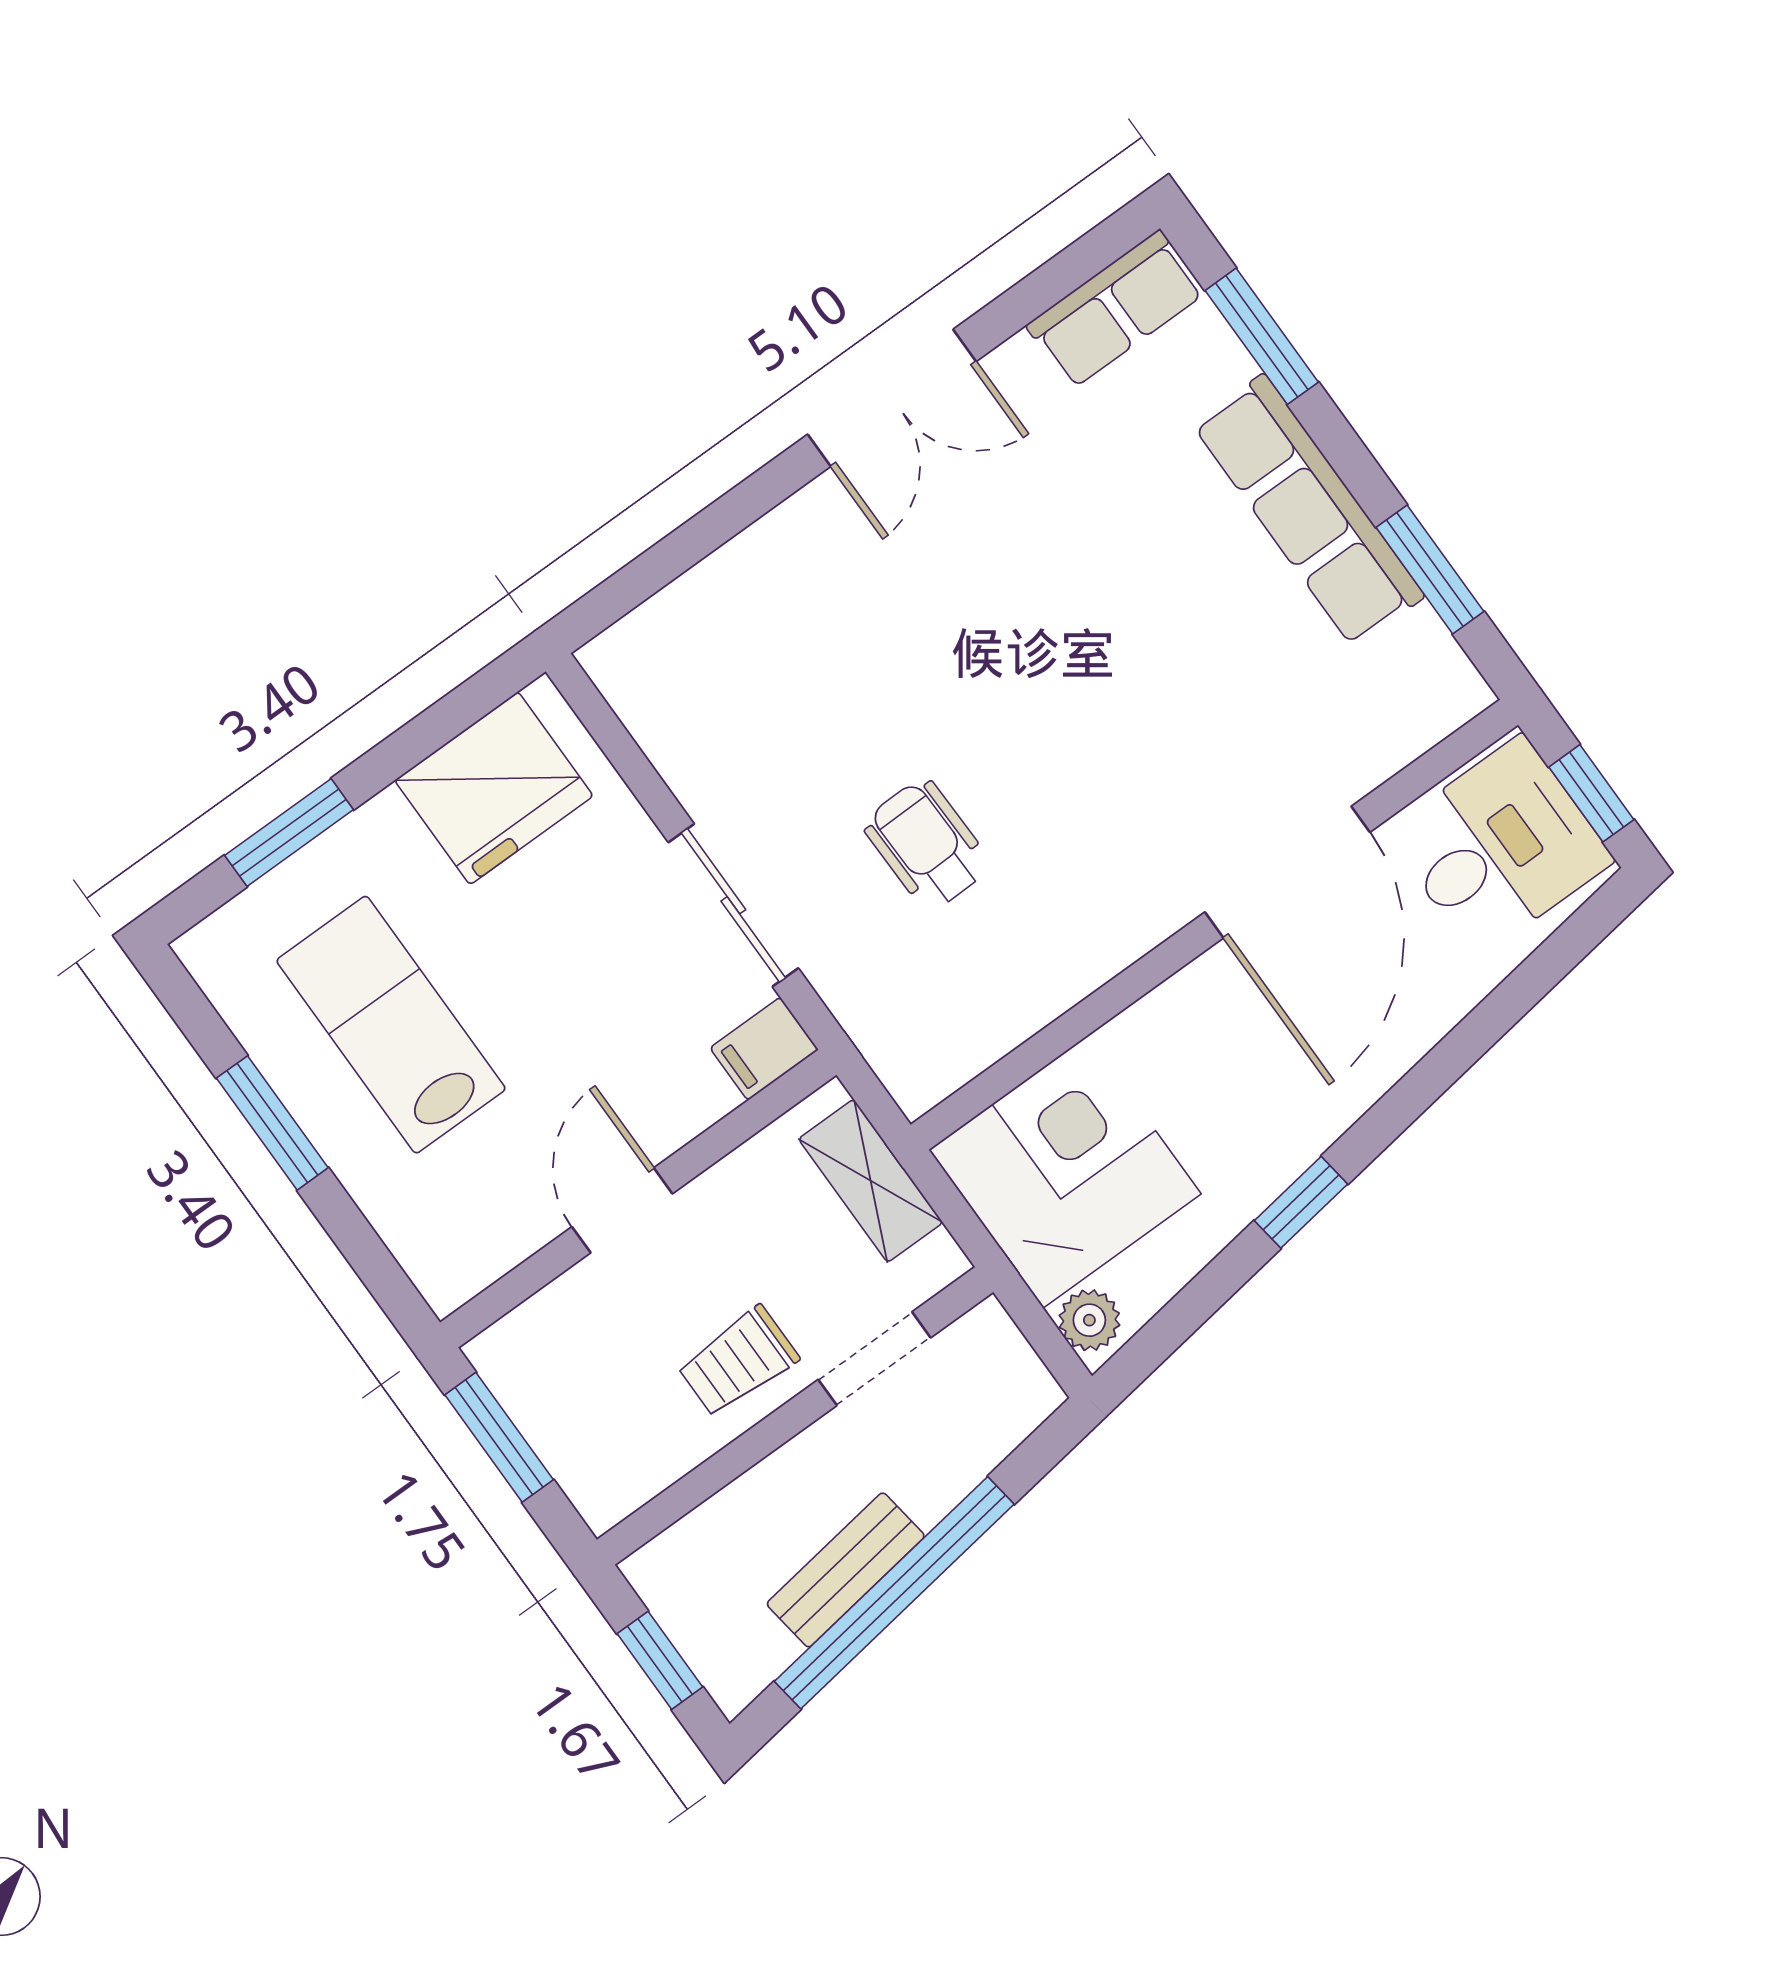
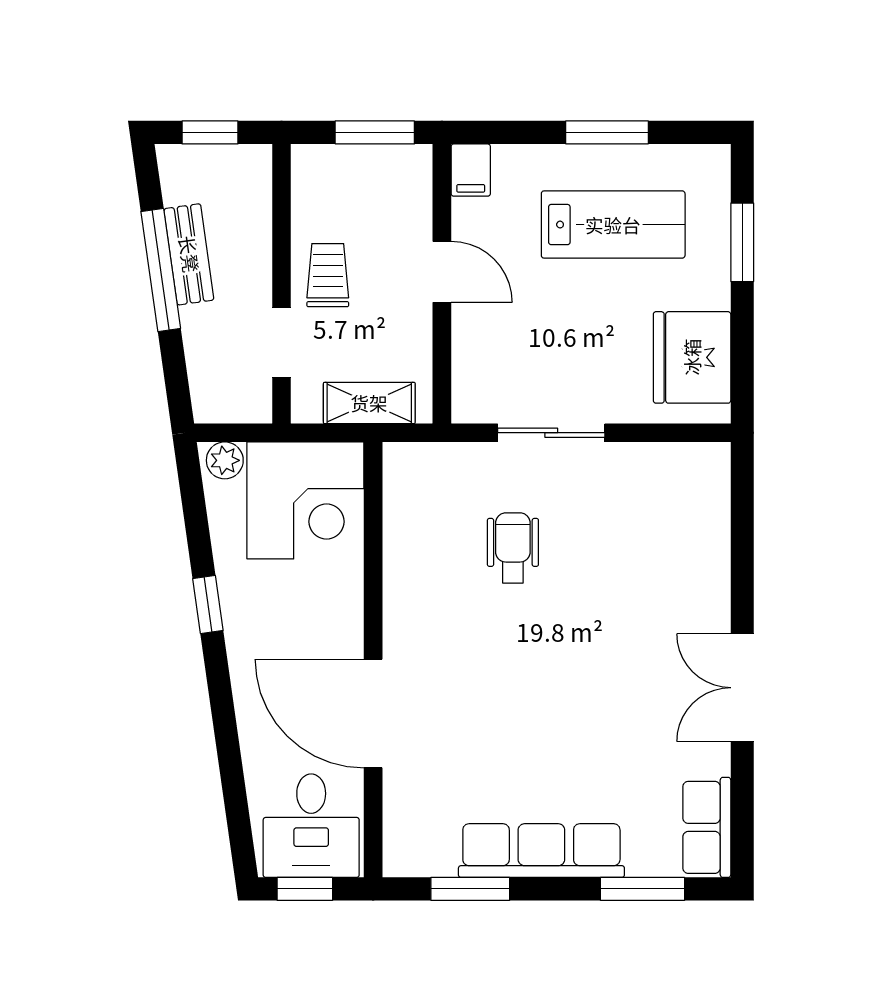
wheelchair: (927, 845) -> (513, 548), turned -89
filing cabinet: (764, 1049) -> (471, 170), moved, turned 180
window: (894, 1593) -> (161, 270), width x0.68

